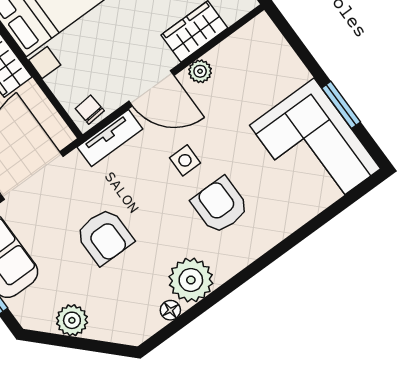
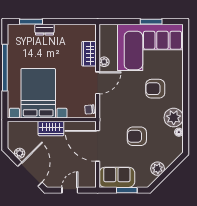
tv unit: (110, 138) -> (104, 110), removed
corner sofa: (315, 147) -> (150, 47), width x1.36, depth x1.36
side table: (185, 160) -> (131, 89), removed
armchair: (104, 236) -> (137, 136), turned 180

